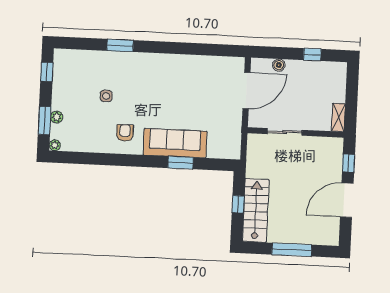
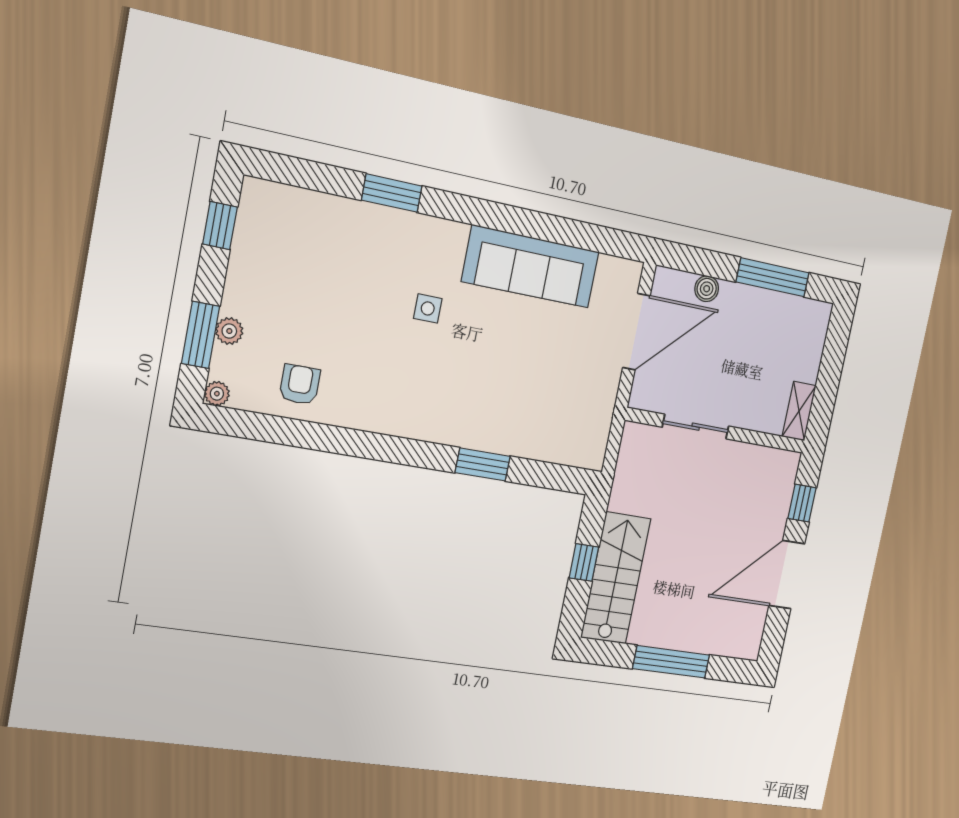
window: (312, 55) -> (773, 277), width x2.17
side table: (106, 96) -> (428, 308), moved
armchair: (125, 133) -> (300, 385), moved
sofa: (175, 143) -> (531, 267), moved, turned 180

